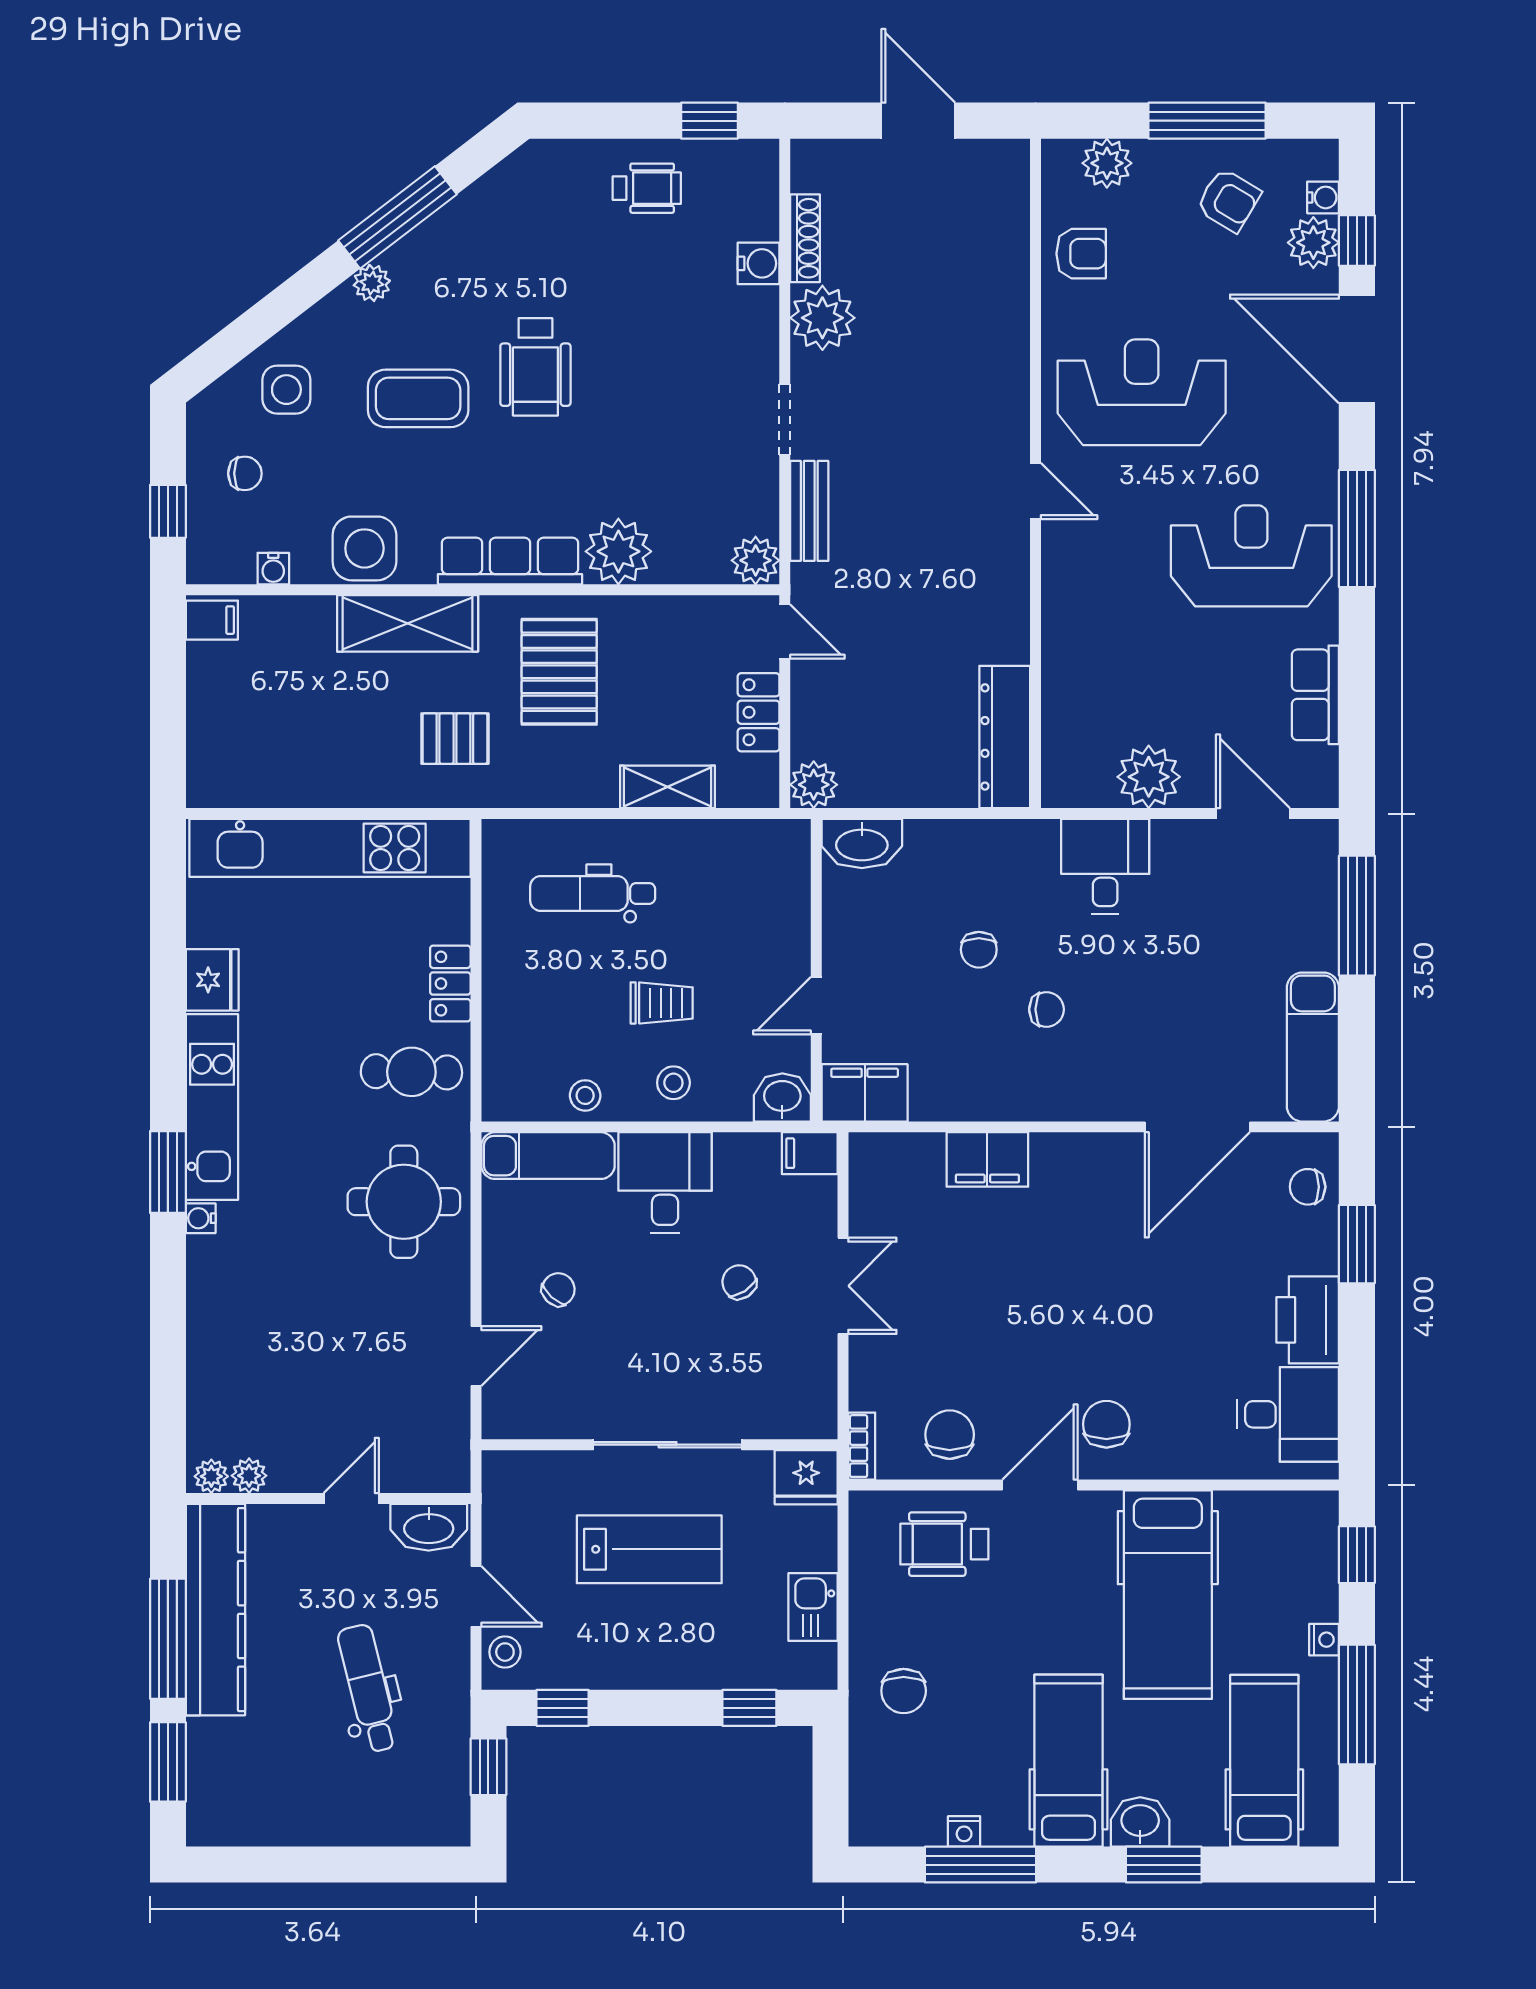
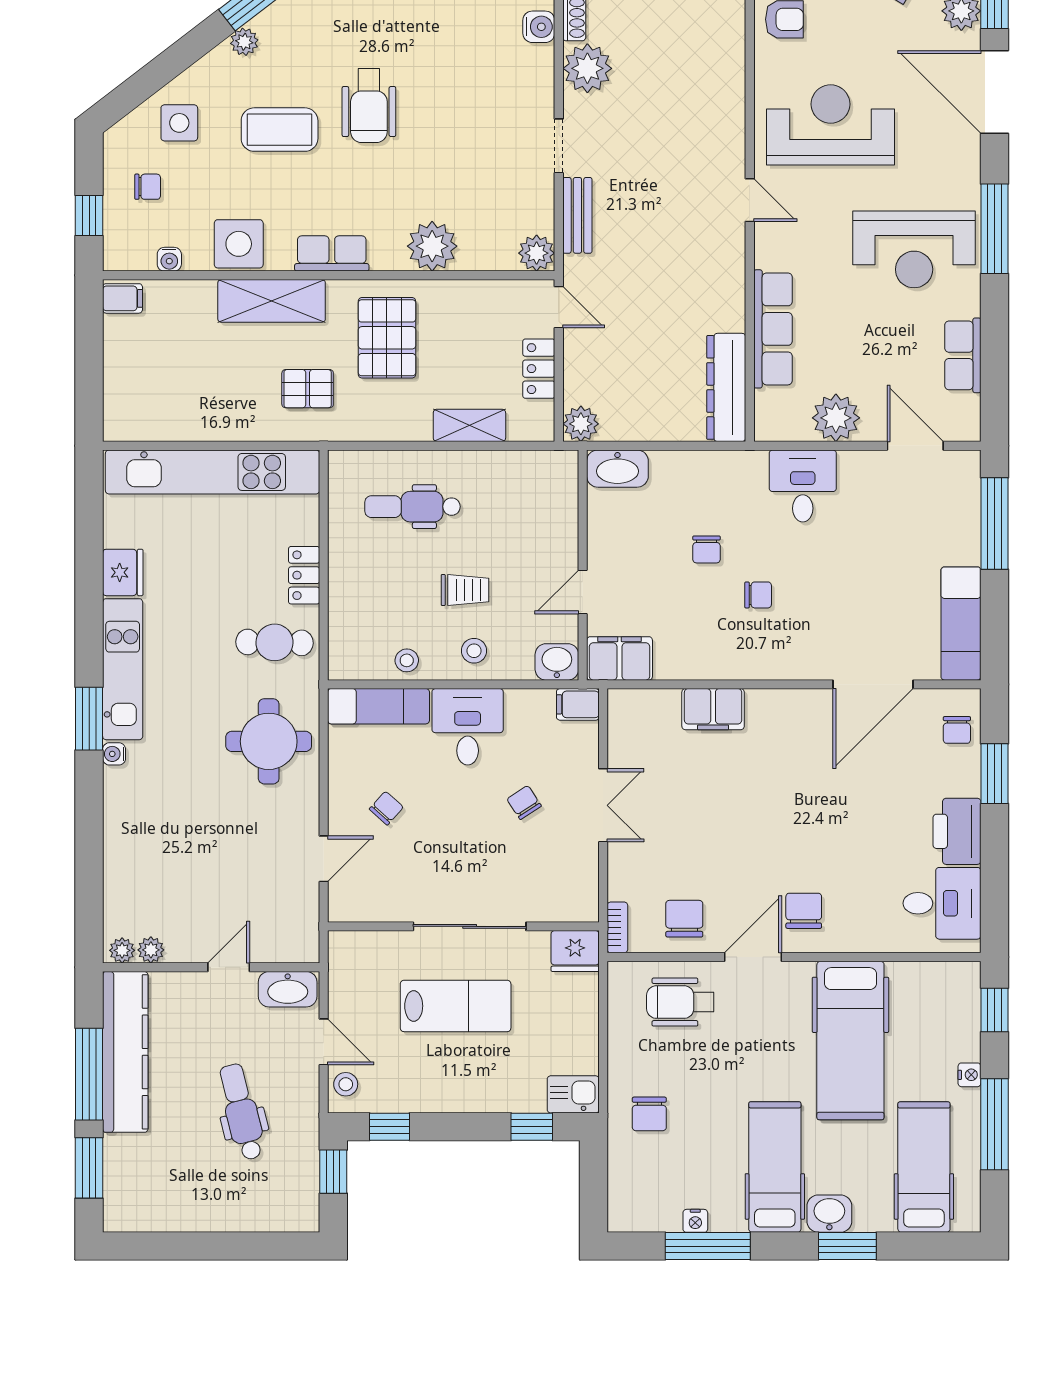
reception desk: (1251, 556) -> (914, 249), turned 180
row of seats: (510, 561) -> (332, 253), width x0.68
row of seats: (1066, 660) -> (773, 329), added
chair: (1308, 1187) -> (957, 730), turned -90
kitchen sink: (813, 1607) -> (573, 1094), moved, turned 90

